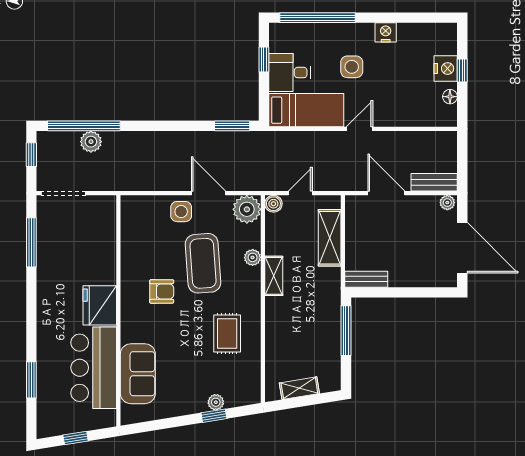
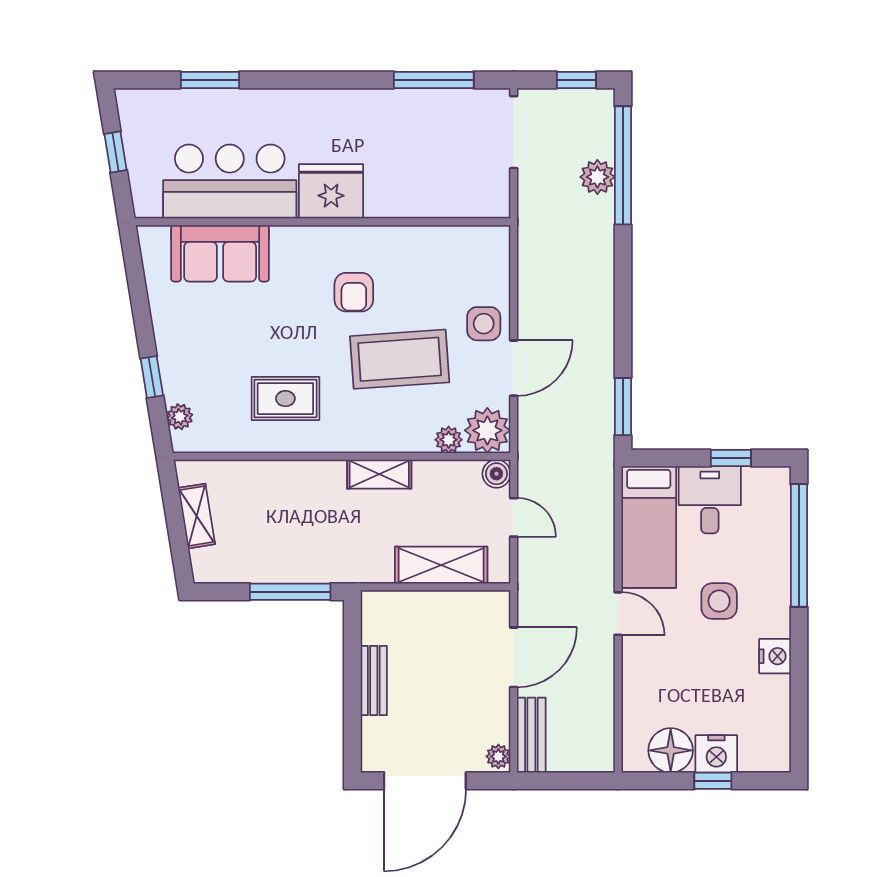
floor lamp: (450, 97) -> (671, 750), width x1.89, depth x1.89
plant: (253, 257) -> (449, 440), moved
bench: (366, 279) -> (374, 680), moved
plant: (216, 402) -> (180, 417), moved

